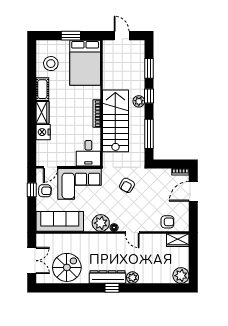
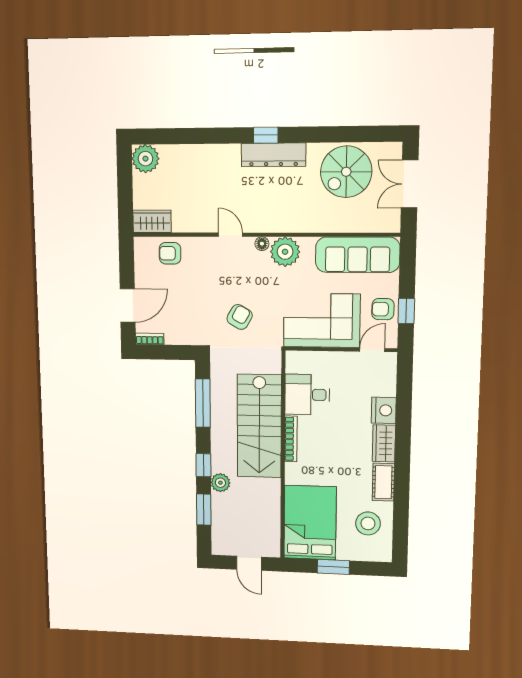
plant: (139, 101) -> (220, 483), moved
desk: (88, 153) -> (307, 395), moved, turned -90
plant: (132, 278) -> (230, 154), removed

